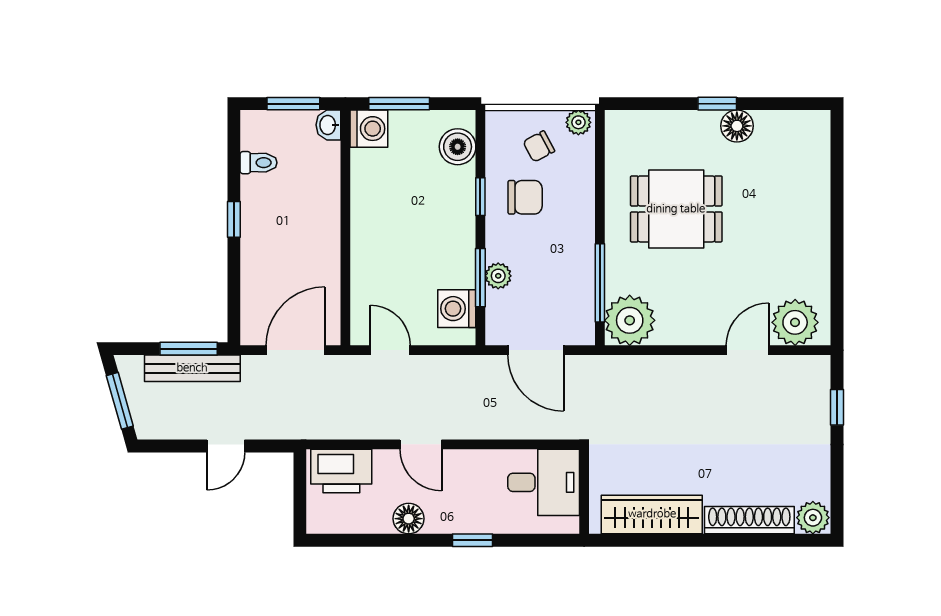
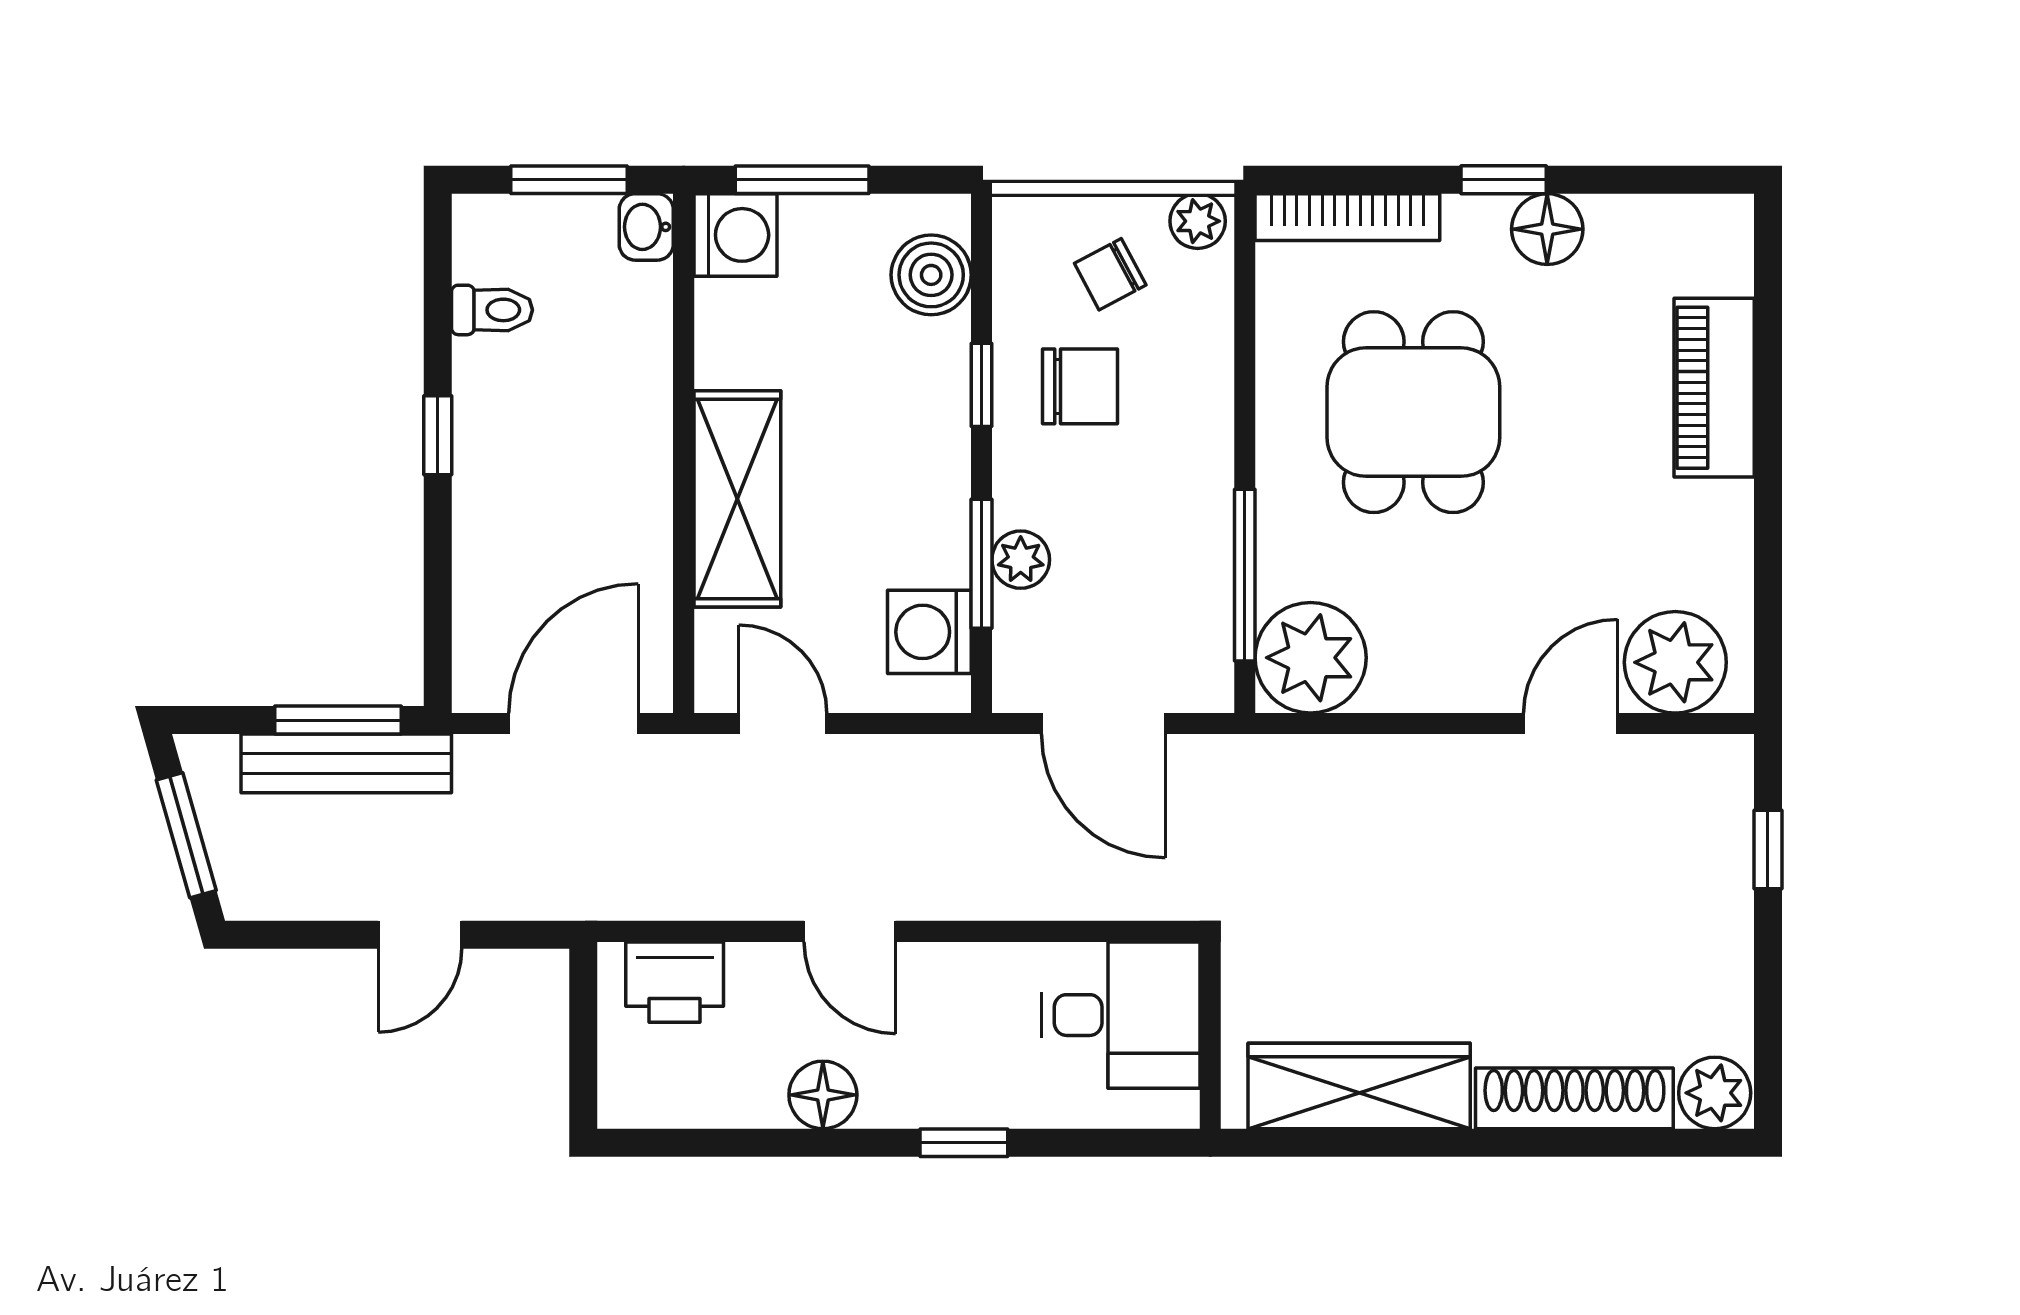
bookcase: (646, 121) -> (1347, 217), added
piano: (813, 198) -> (1714, 388), added
dining table: (676, 209) -> (1413, 412), turned 90
shelving: (370, 248) -> (737, 499), added
printer: (341, 471) -> (675, 982), width x0.73, depth x0.84

